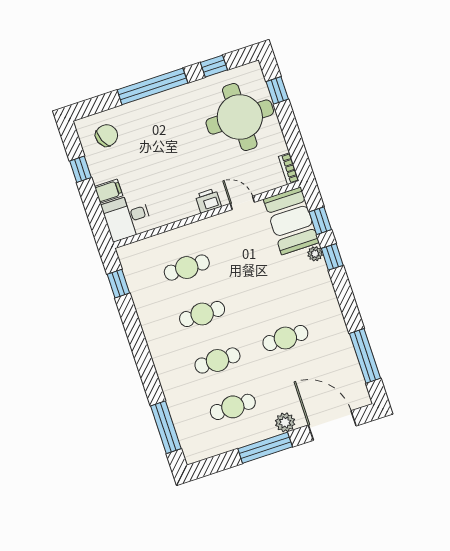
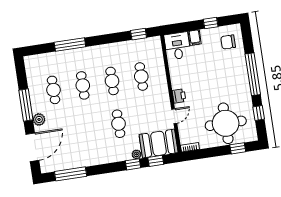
chair: (107, 135) -> (228, 42), turned 113
cafe table: (285, 338) -> (119, 124), moved
window: (166, 427) -> (70, 45), moved

